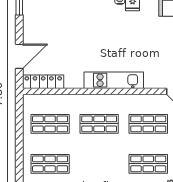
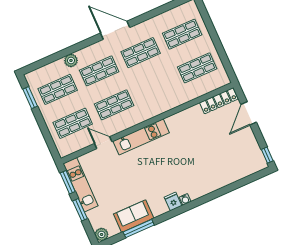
kitchen unit: (114, 80) -> (141, 137), moved
shop shelf: (99, 124) -> (141, 53), moved

